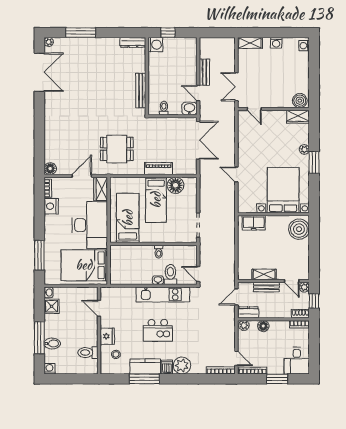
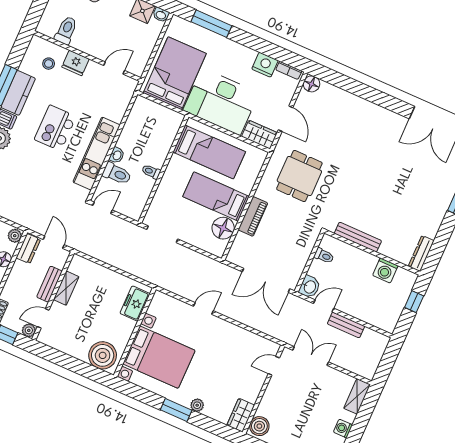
washing machine: (155, 45) -> (385, 270), moved

